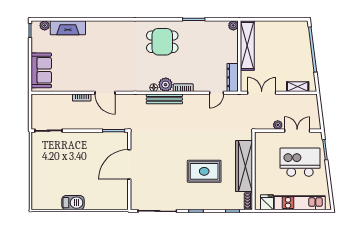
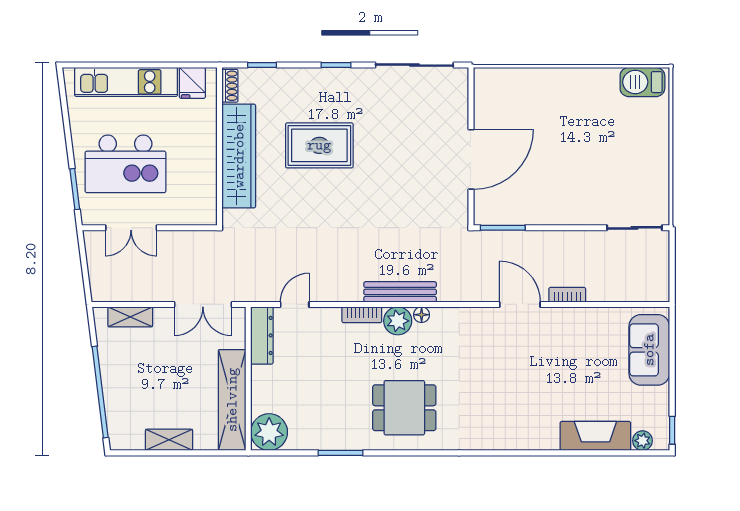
plant: (233, 25) -> (269, 432), width x1.87, depth x1.87
shelving: (278, 26) -> (169, 440), added
plant: (278, 125) -> (171, 239), removed
barbecue: (73, 203) -> (642, 82), moved

